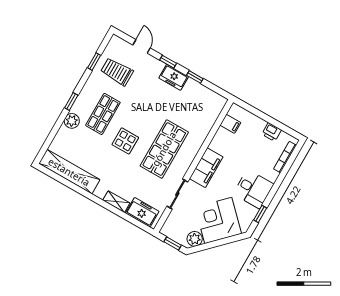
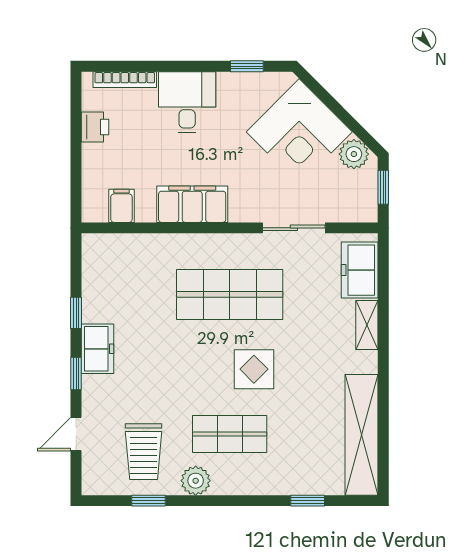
window: (71, 102) -> (308, 501), moved
plant: (72, 121) -> (196, 481), moved
filing cabinet: (206, 168) -> (192, 204), moved
desk: (253, 189) -> (187, 102), moved

